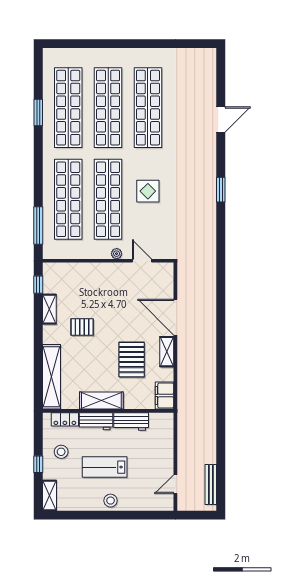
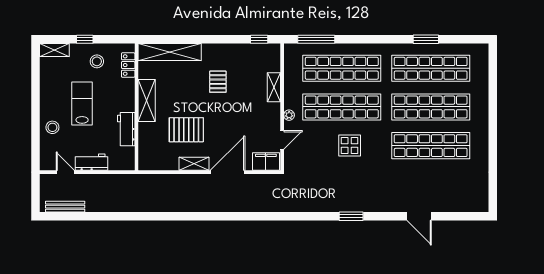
shelving: (49, 309) -> (274, 87), moved, turned 90
filing cabinet: (164, 395) -> (266, 162), moved
workbench: (96, 421) -> (91, 162), moved, turned 90
stool: (111, 501) -> (52, 127), moved

